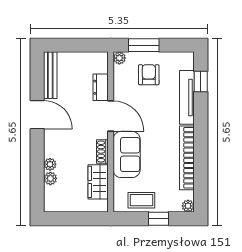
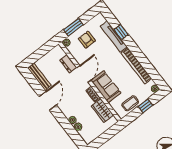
window: (201, 81) -> (121, 32), moved
door: (37, 115) -> (48, 101), hinge flipped
door: (111, 116) -> (84, 74), hinge flipped

